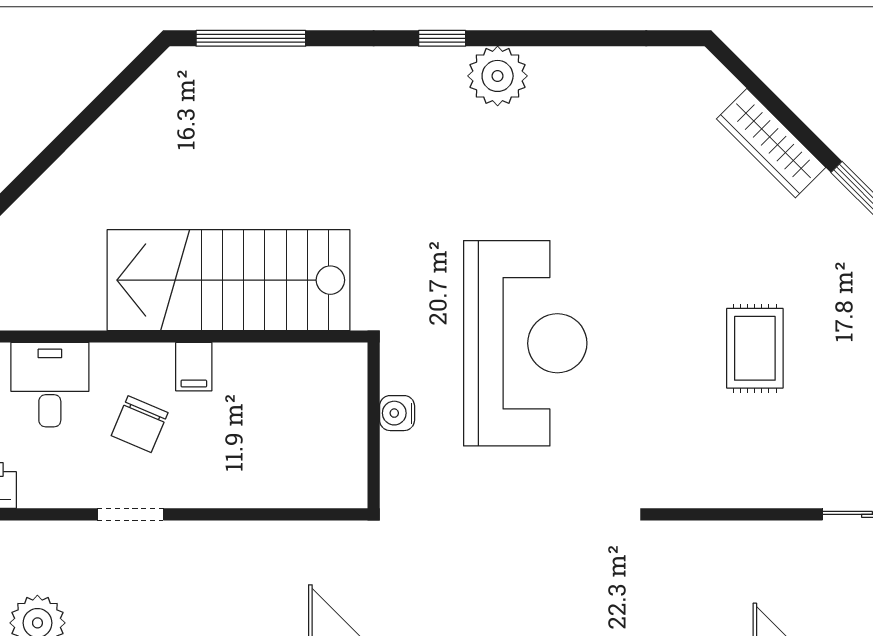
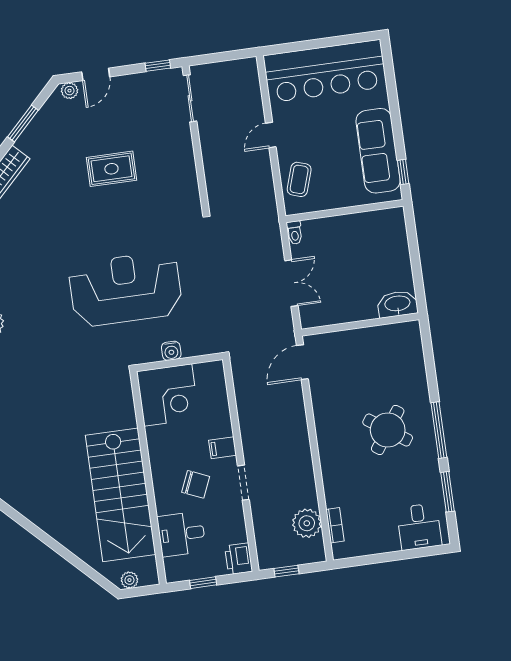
stairs: (228, 280) -> (120, 495), moved
filing cabinet: (194, 367) -> (223, 448), moved, turned 180
corner desk: (315, 395) -> (168, 395), added

